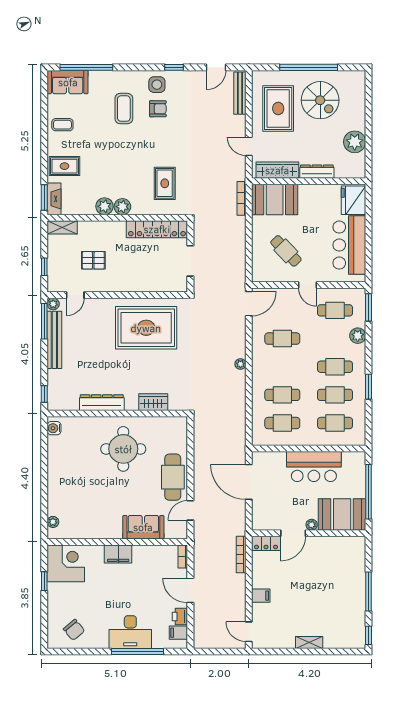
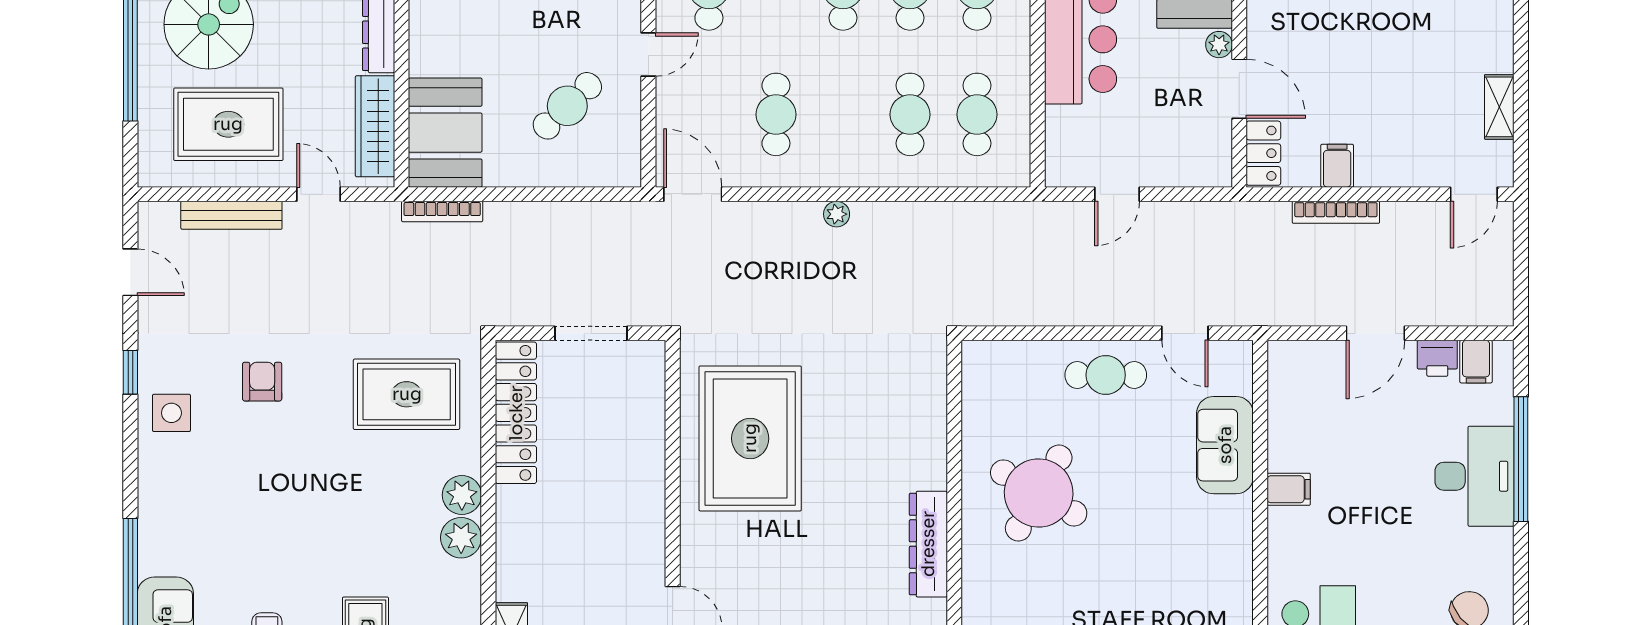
bench: (240, 93) -> (231, 215), moved
coffee table: (124, 109) -> (229, 492), removed
armchair: (158, 109) -> (262, 382), moved
door: (249, 146) -> (319, 194), swing flipped
rug: (165, 183) -> (407, 394), width x1.36, depth x1.43
pallet: (93, 260) -> (590, 564), removed
wardrobe: (153, 402) -> (927, 422), removed
round table: (123, 449) -> (1039, 493), turned 30
cafe table: (173, 477) -> (1106, 375), width x0.73, depth x0.74
door: (249, 482) -> (1117, 194), width x0.53
filing cabinet: (118, 554) -> (1289, 489), width x0.50
bookcase: (241, 554) -> (1336, 212), moved
bookcase: (183, 556) -> (1295, 351), removed
filing cabinet: (261, 596) -> (1337, 166), moved
shelving: (309, 642) -> (1499, 107), moved

